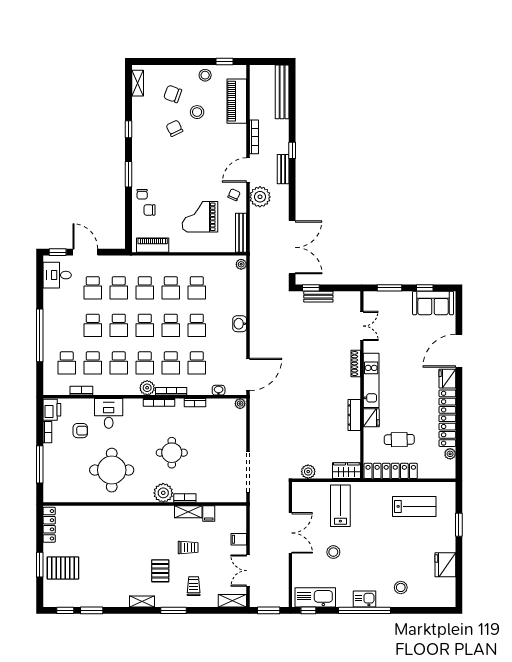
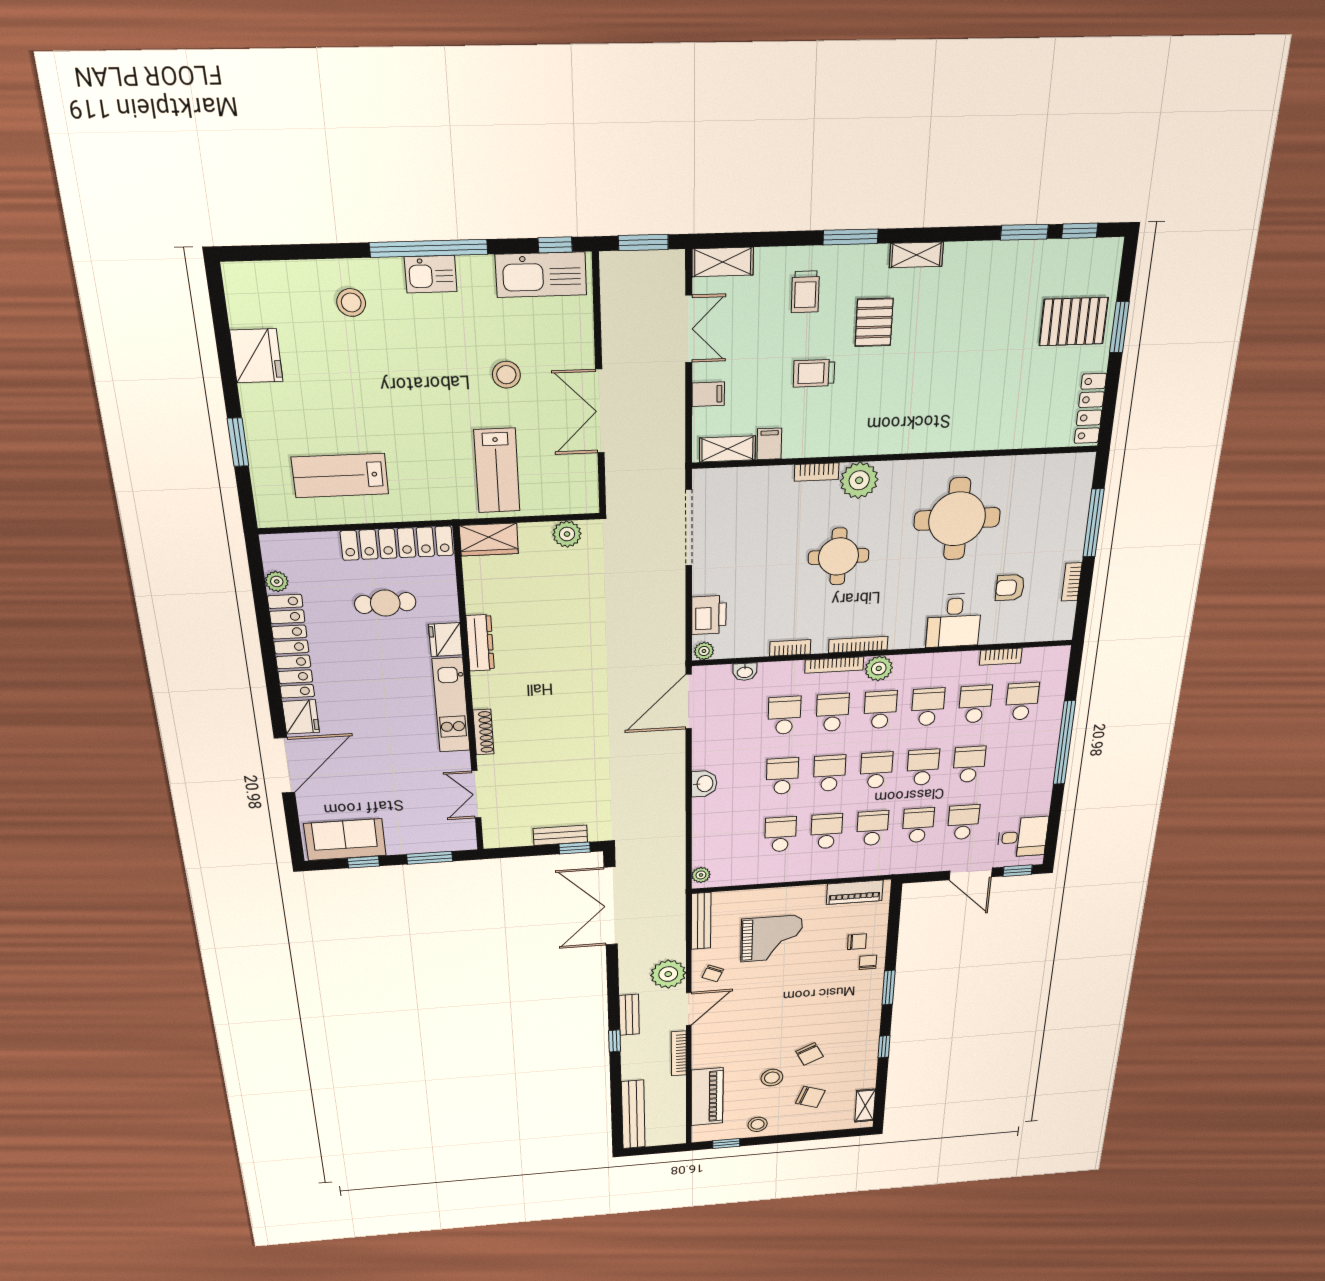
printer: (52, 410) -> (709, 615), moved, turned 180
shelving: (188, 512) -> (727, 449), moved

